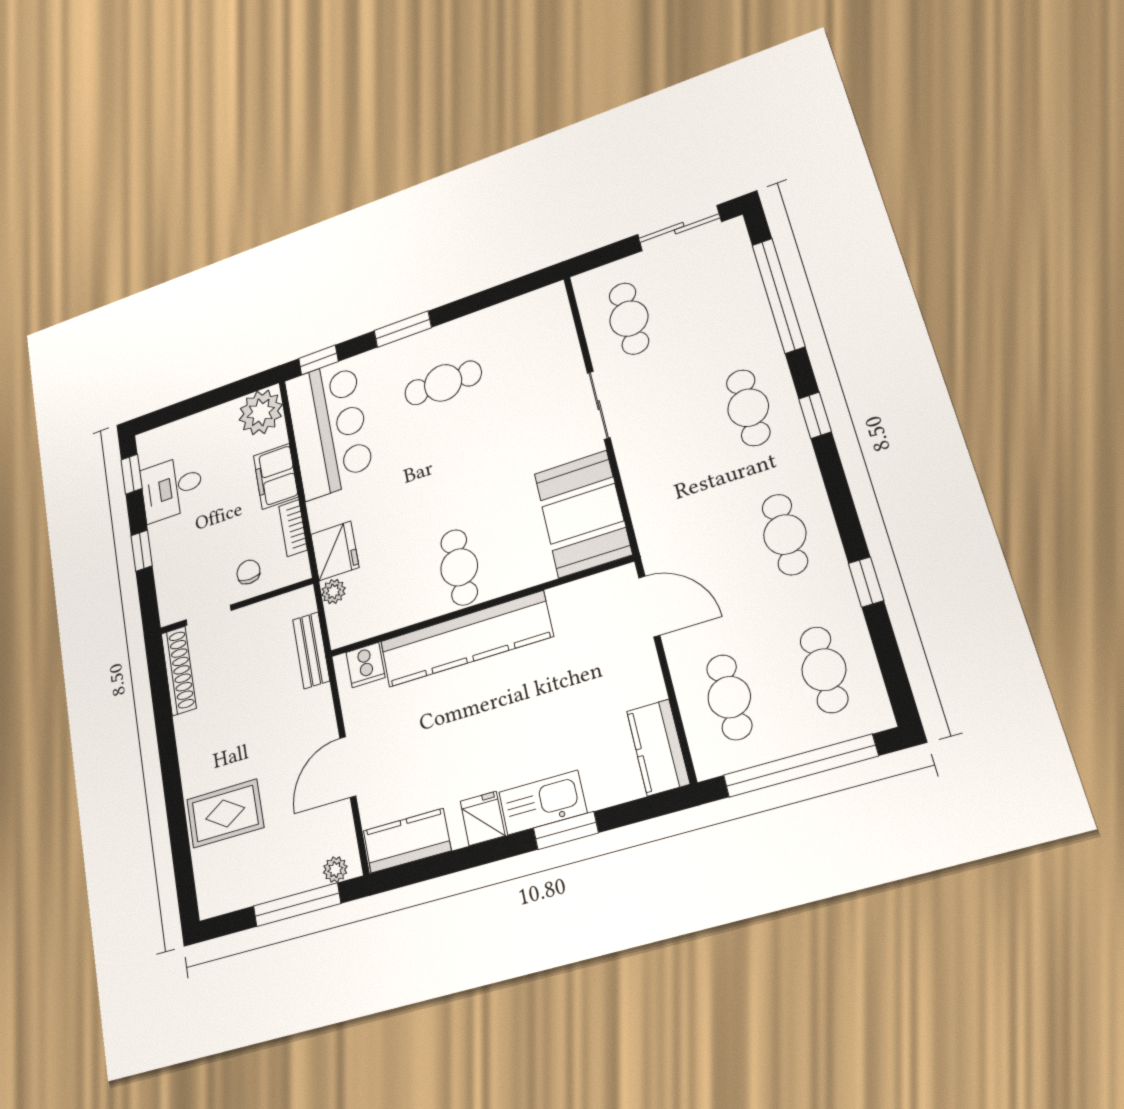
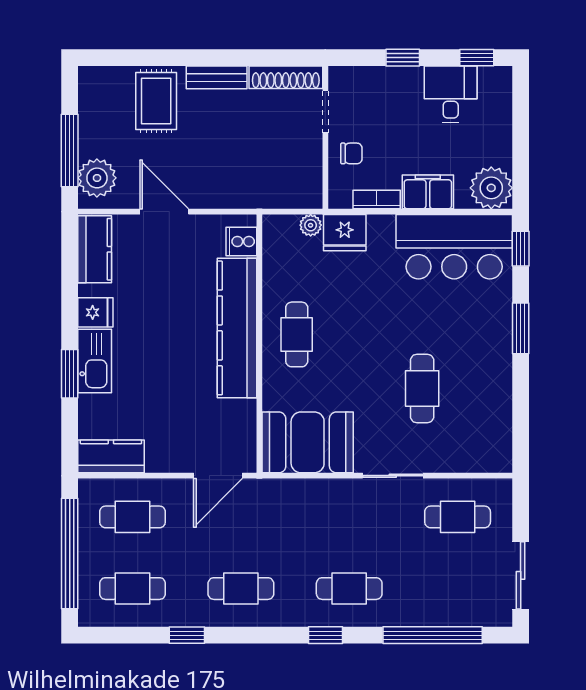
cafe table: (443, 383) -> (422, 388), moved
cafe table: (459, 567) -> (297, 334), turned 90
bench: (311, 650) -> (217, 77), moved
plant: (335, 870) -> (97, 178), width x1.87, depth x1.87

